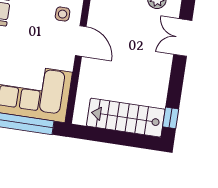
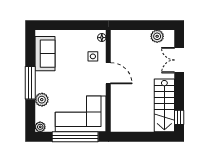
stairs: (126, 118) -> (164, 105), moved, turned -90

